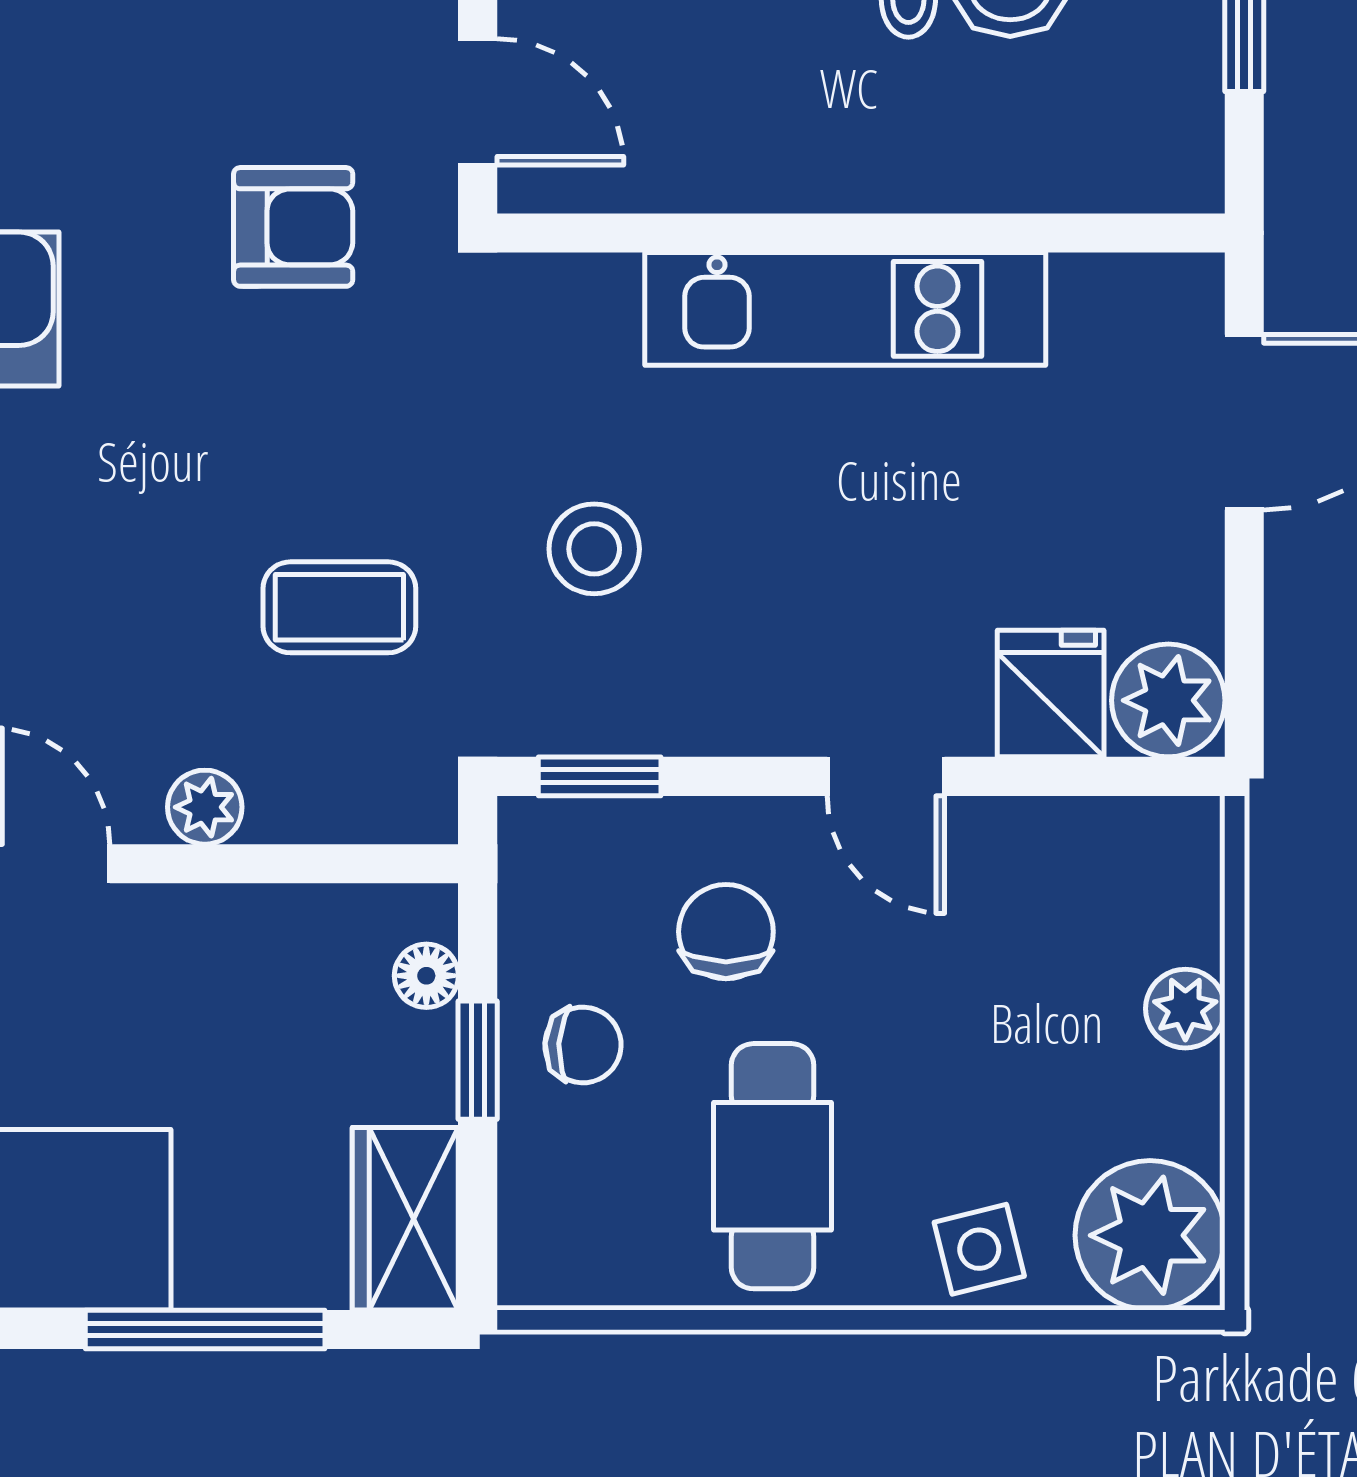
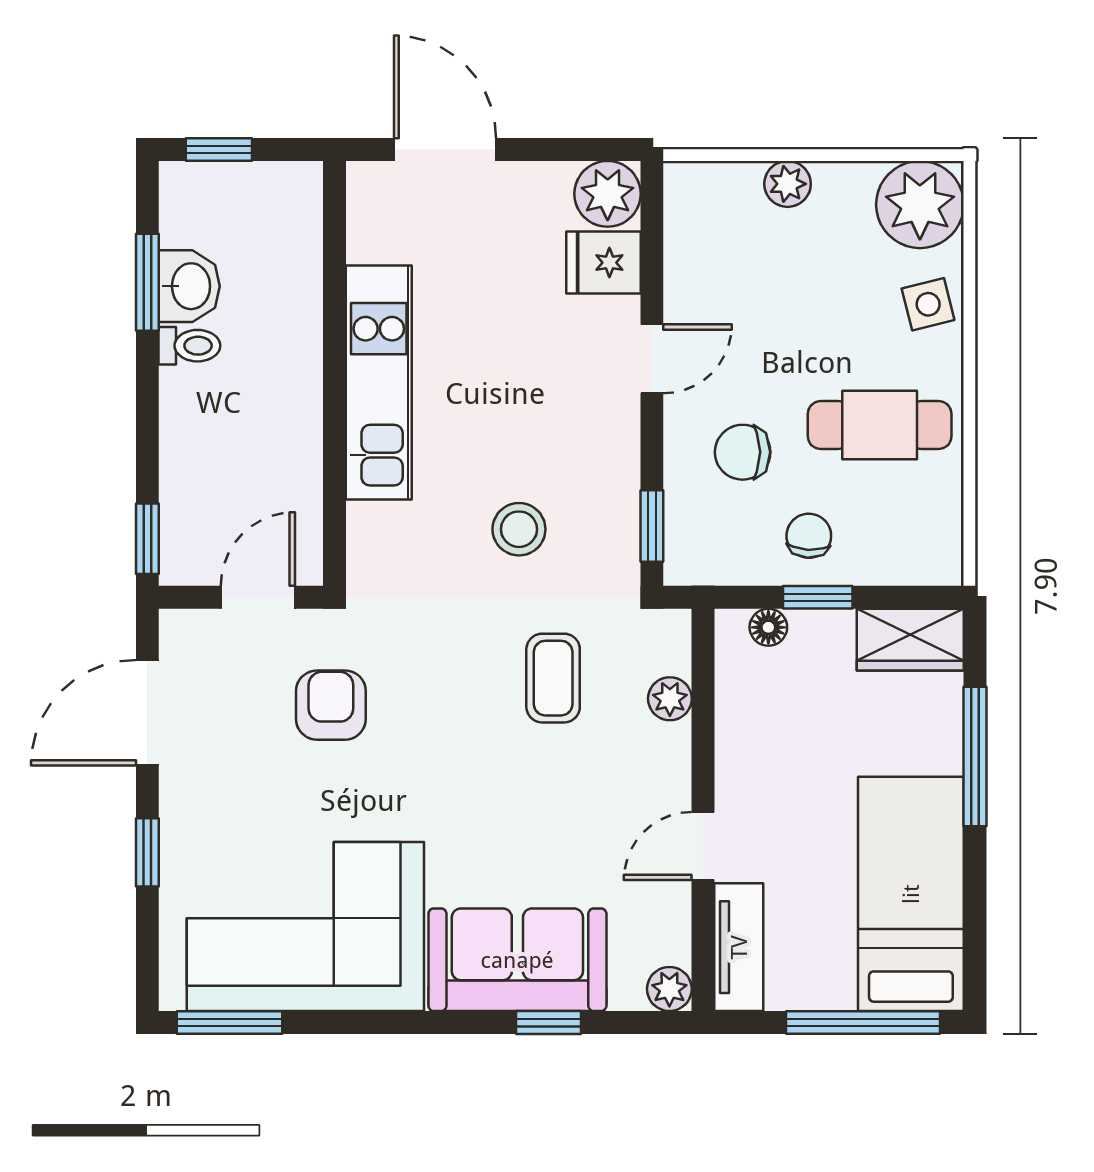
plant: (205, 807) -> (670, 699), moved

